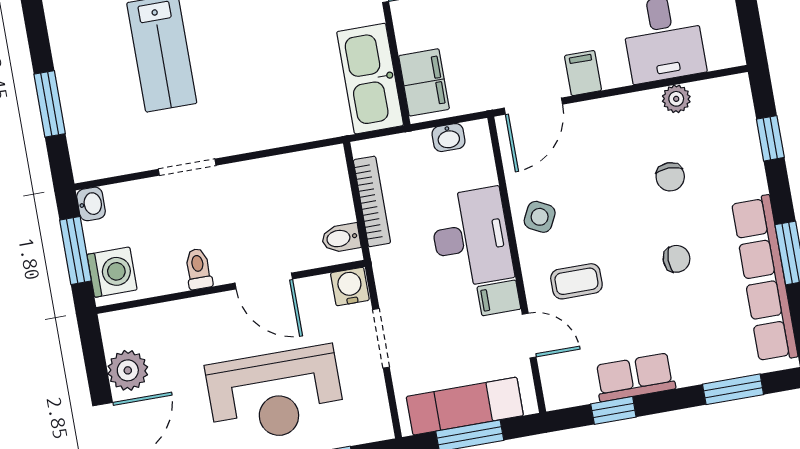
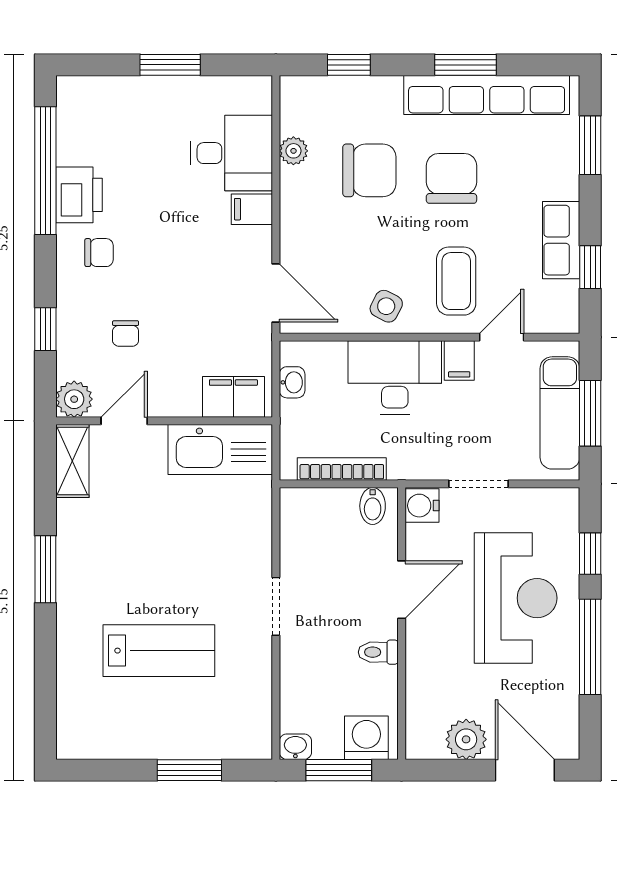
filing cabinet: (583, 73) -> (252, 209), moved
doorway: (187, 167) -> (276, 606), moved
chair: (670, 177) -> (369, 170), width x1.87, depth x1.87
chair: (677, 259) -> (451, 178), width x1.87, depth x1.87
coffee table: (576, 281) -> (456, 281), width x1.36, depth x1.30

